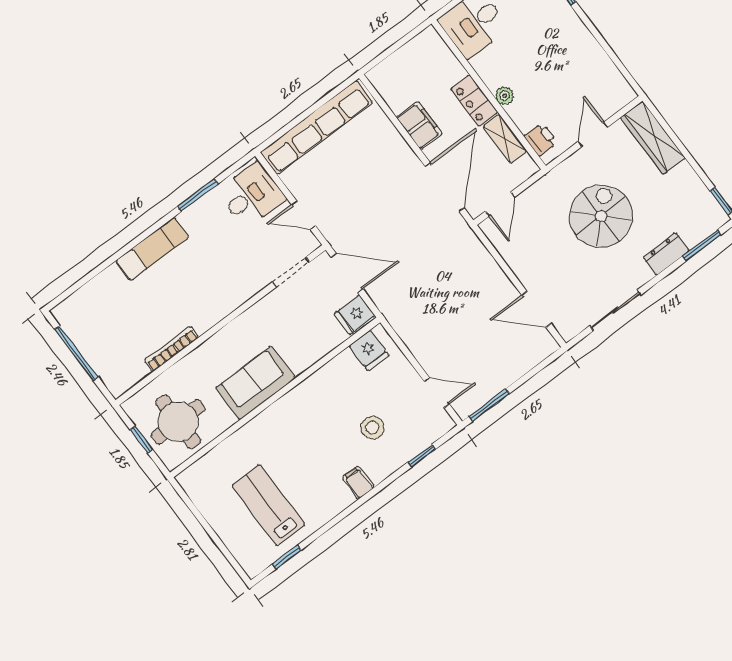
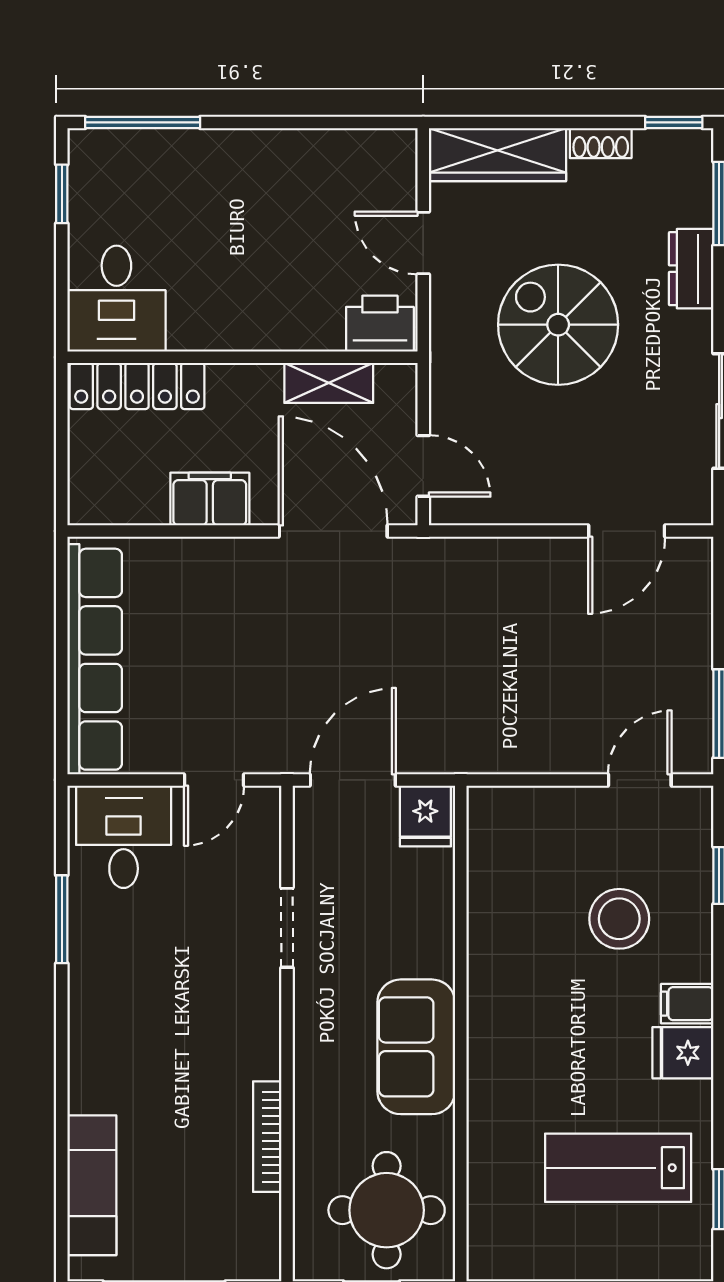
plant: (505, 96) -> (262, 334), removed
locker: (474, 101) -> (137, 386), moved, width x1.53
printer: (541, 139) -> (380, 324), width x1.36, depth x1.24
shoe rack: (690, 177) -> (601, 143), added
exam couch: (152, 249) -> (92, 1185), moved
doorway: (291, 272) -> (287, 928), moved
fridge: (369, 351) -> (683, 1053), moved, turned 180
stool: (372, 428) -> (619, 919), width x1.38, depth x1.38

